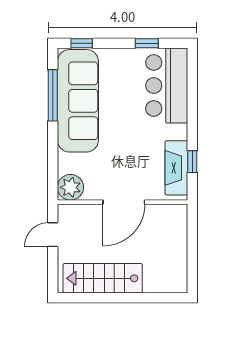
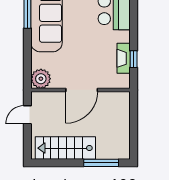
fireplace: (176, 168) -> (124, 58), width x0.73, depth x0.76
window: (150, 298) -> (101, 163), added

